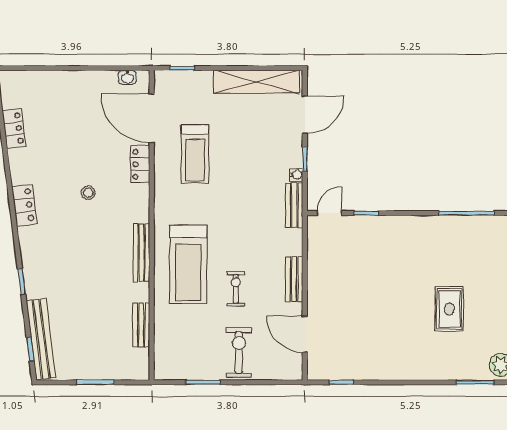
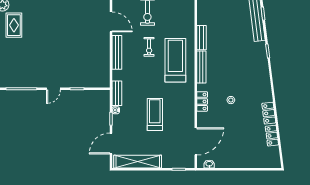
door: (152, 118) -> (196, 141), hinge flipped
treadmill: (195, 154) -> (155, 114), moved
locker: (140, 164) -> (202, 101), moved
locker: (24, 205) -> (269, 113), moved
door: (330, 213) -> (53, 89), moved
bench: (294, 279) -> (117, 52), width x1.36
rug: (449, 309) -> (14, 25), moved
bench: (141, 325) -> (201, 38), moved

